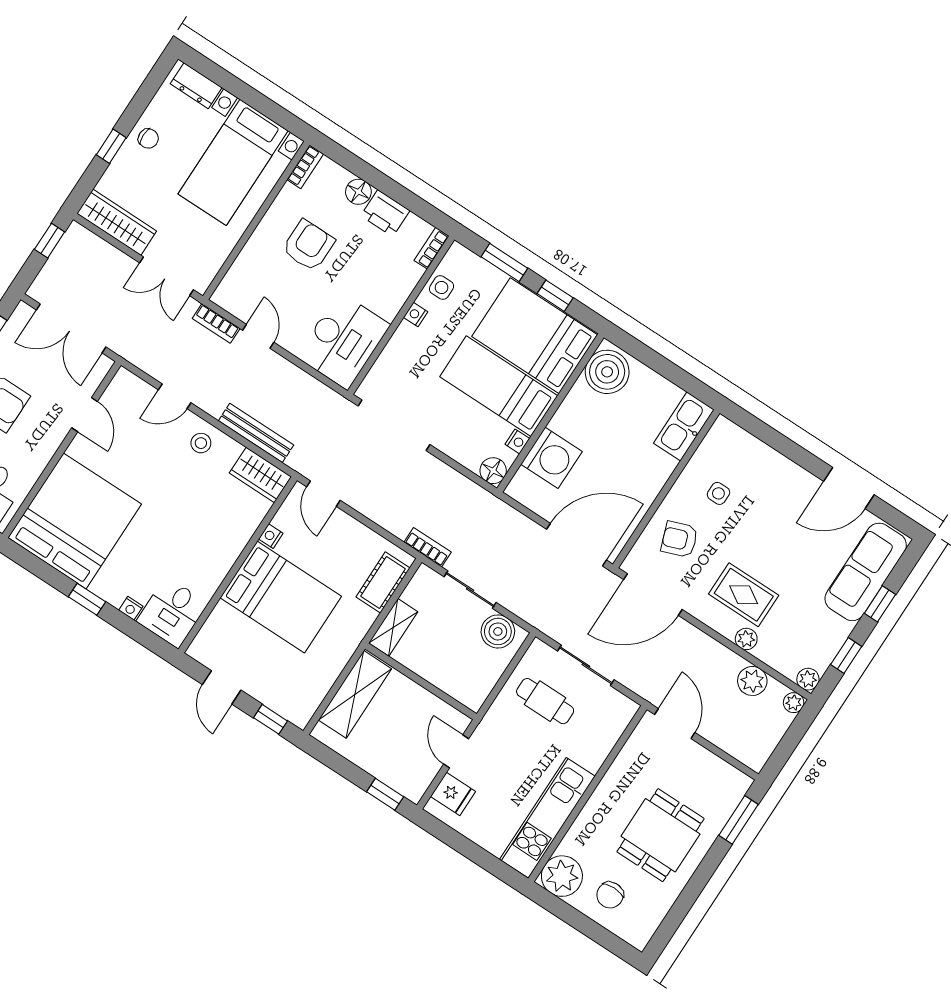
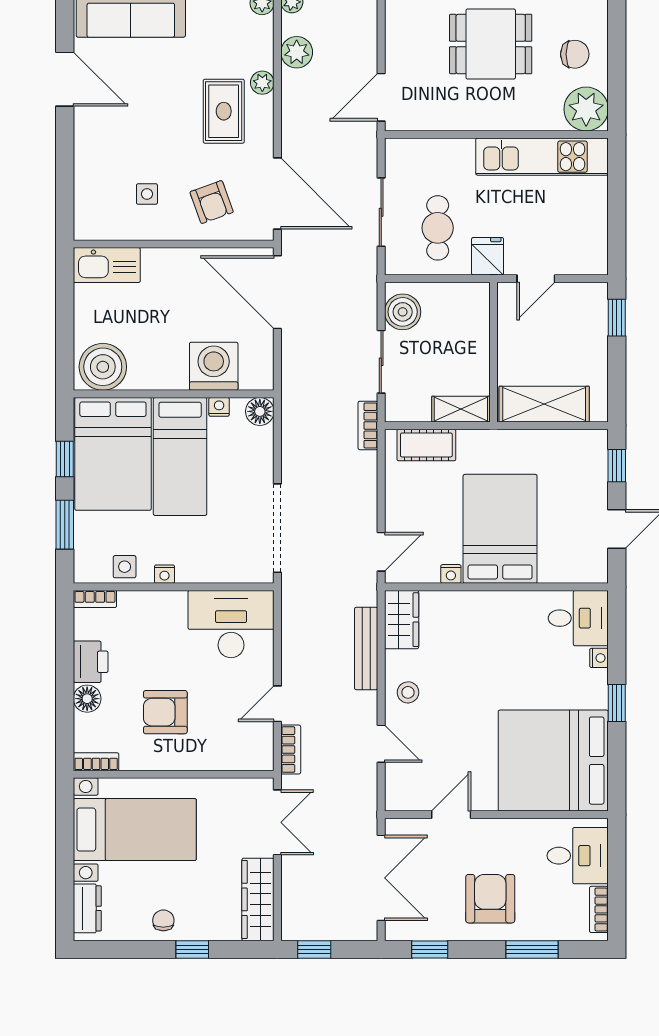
fridge: (453, 794) -> (488, 256), moved

